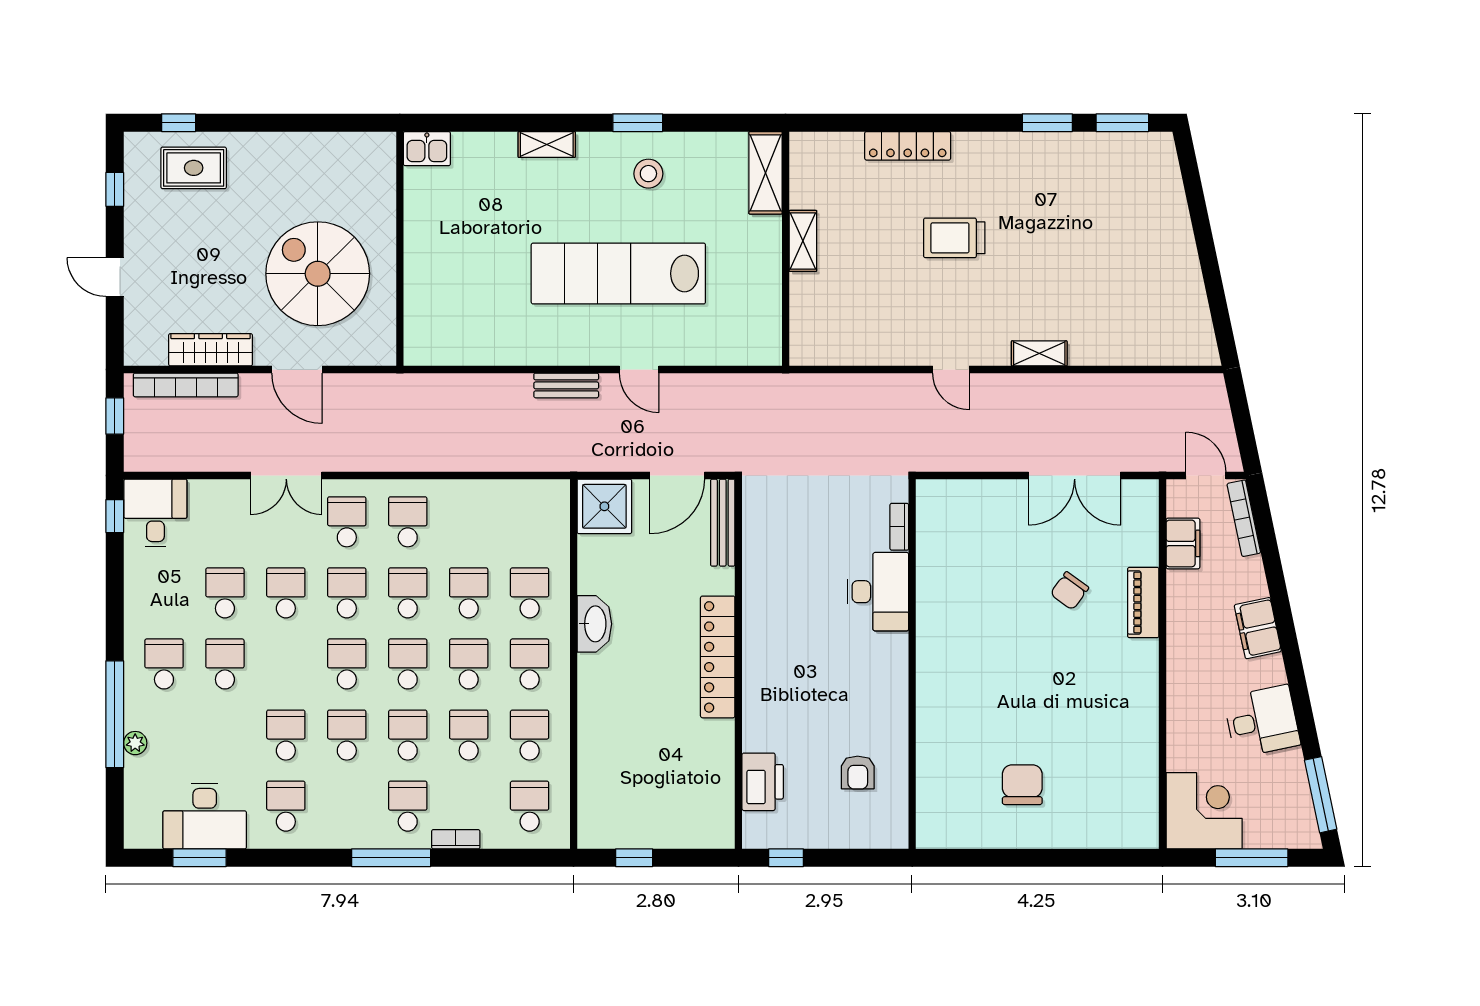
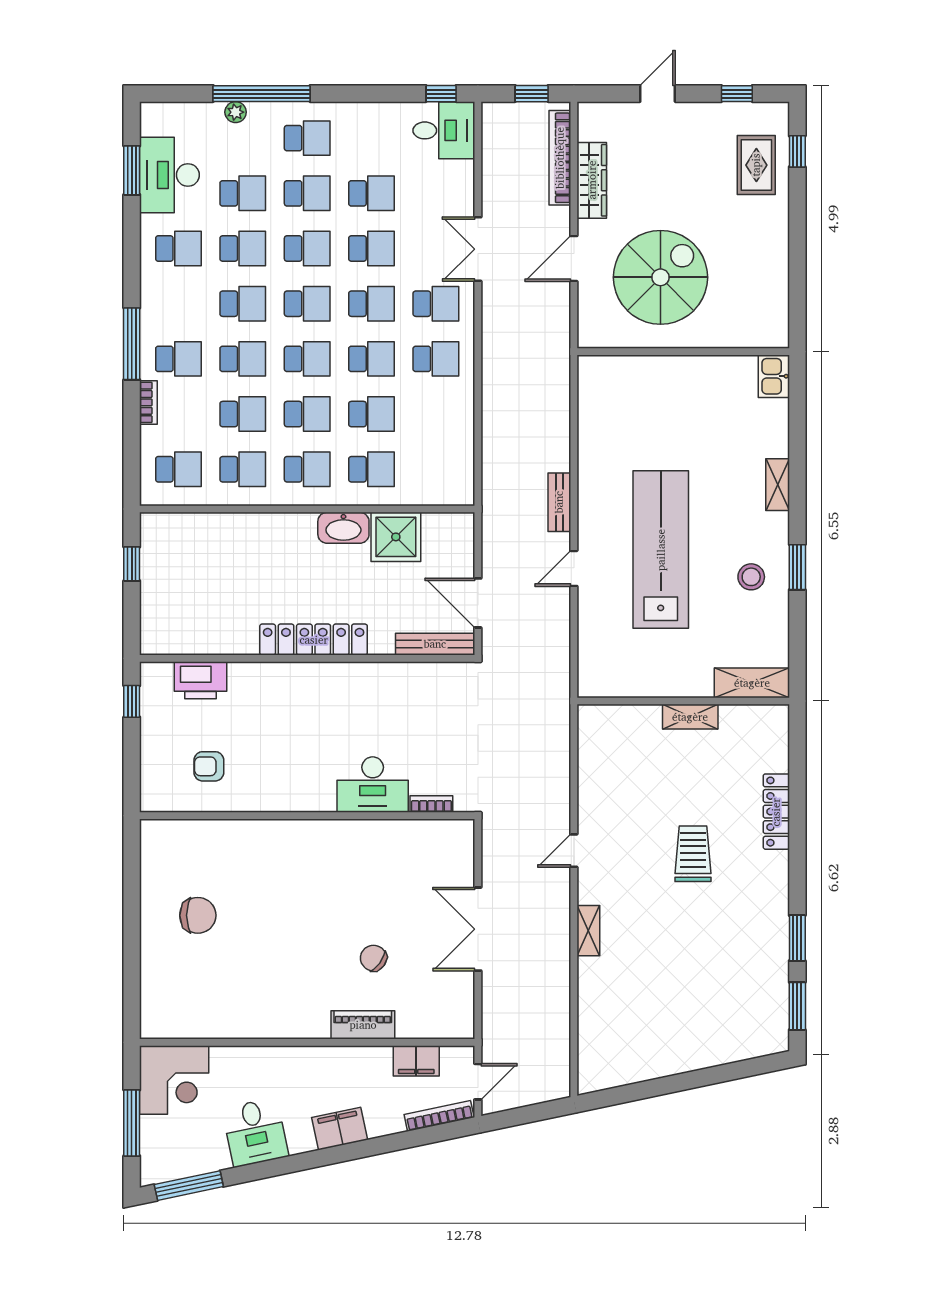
double door: (1075, 475) -> (478, 929), moved
shower: (604, 506) -> (396, 537), moved
school desk: (286, 664) -> (307, 249), added
school desk: (225, 735) -> (243, 193), added

